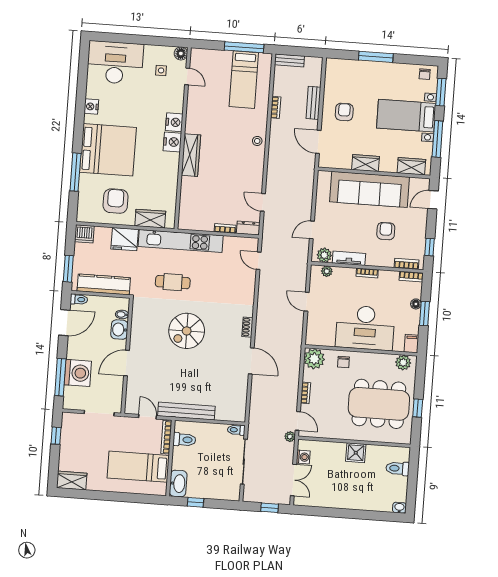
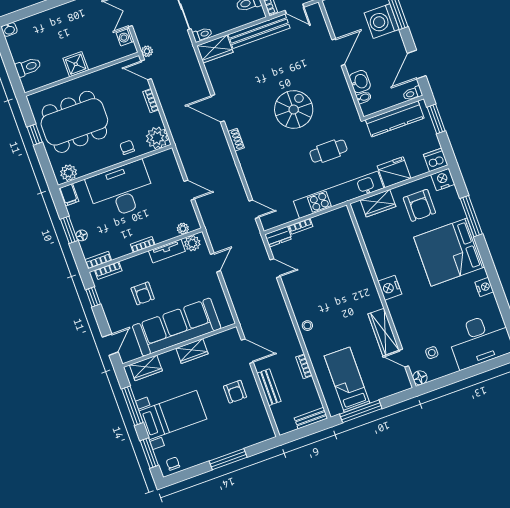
nightstand: (174, 122) -> (443, 180), moved, turned 90
wardrobe: (191, 155) -> (384, 332), moved
wardrobe: (231, 413) -> (215, 49), added

